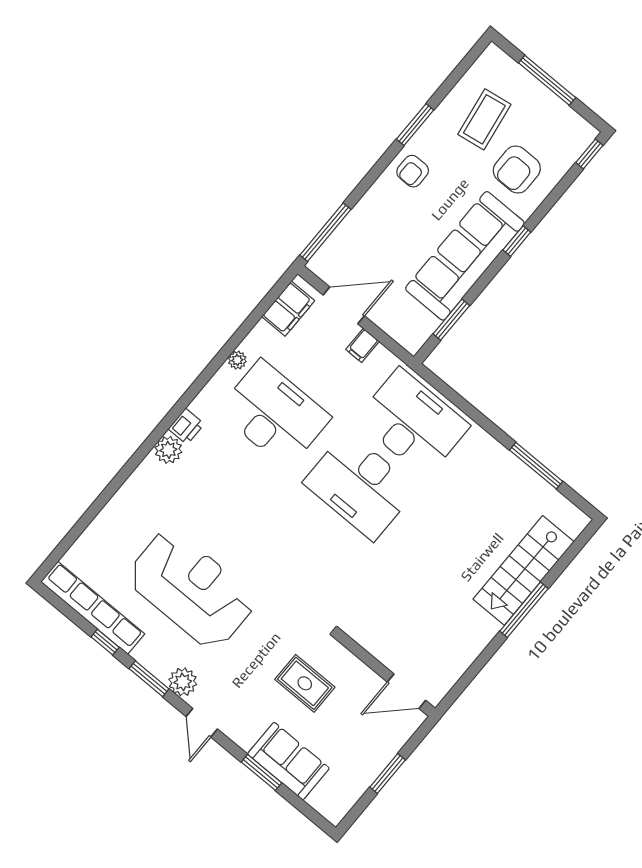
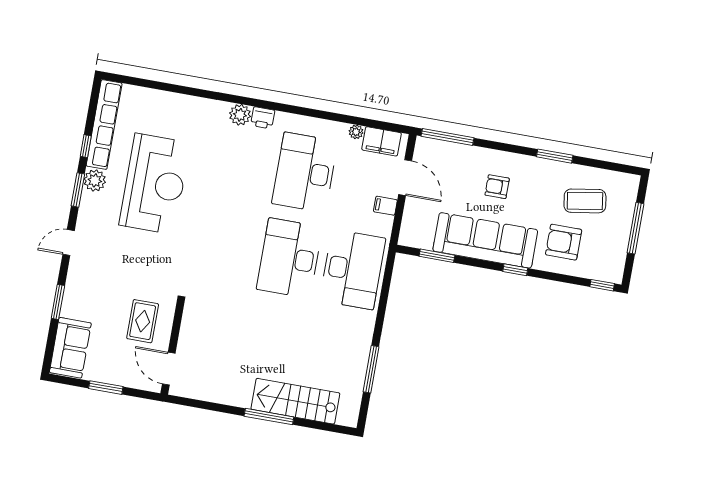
armchair: (413, 171) -> (497, 187), moved
plant: (237, 360) -> (356, 132), moved
desk: (274, 414) -> (305, 172), turned 180
plant: (183, 682) -> (95, 180), moved
rug: (305, 683) -> (143, 321), moved
sofa: (288, 761) -> (70, 348), moved

